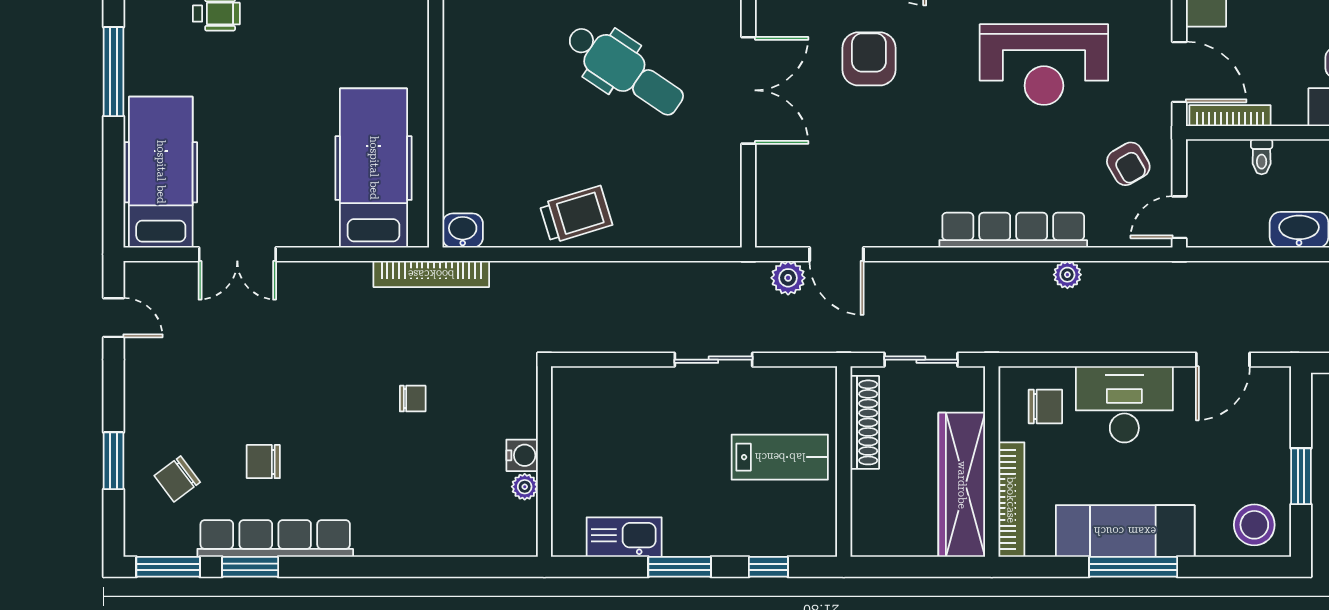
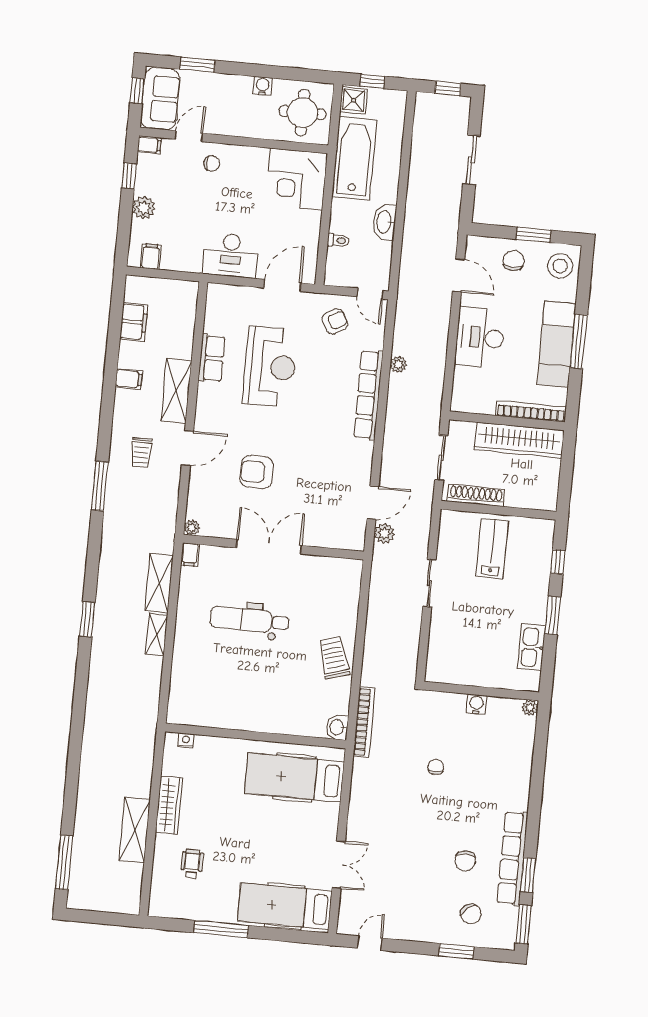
dental chair: (625, 70) -> (250, 620), turned -124
bookcase: (1230, 116) -> (312, 257), removed
bookcase: (431, 274) -> (364, 722), moved
chair: (1045, 406) -> (514, 261), moved
plant: (525, 487) -> (530, 708), moved

